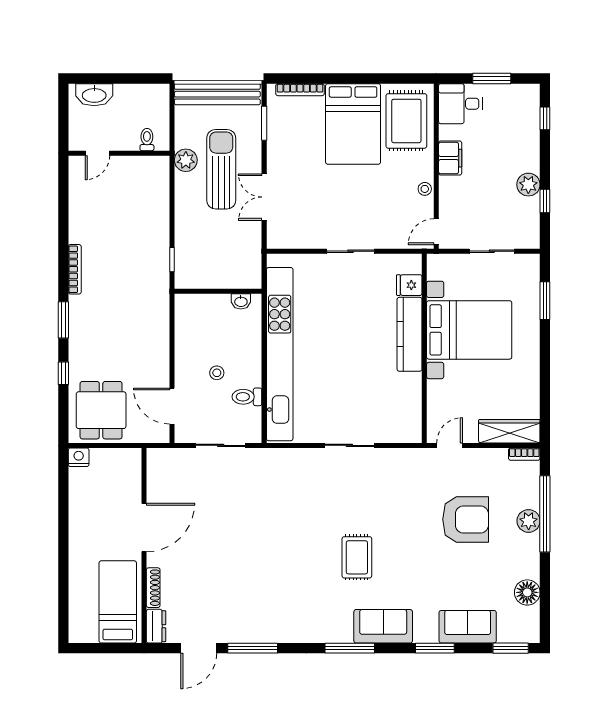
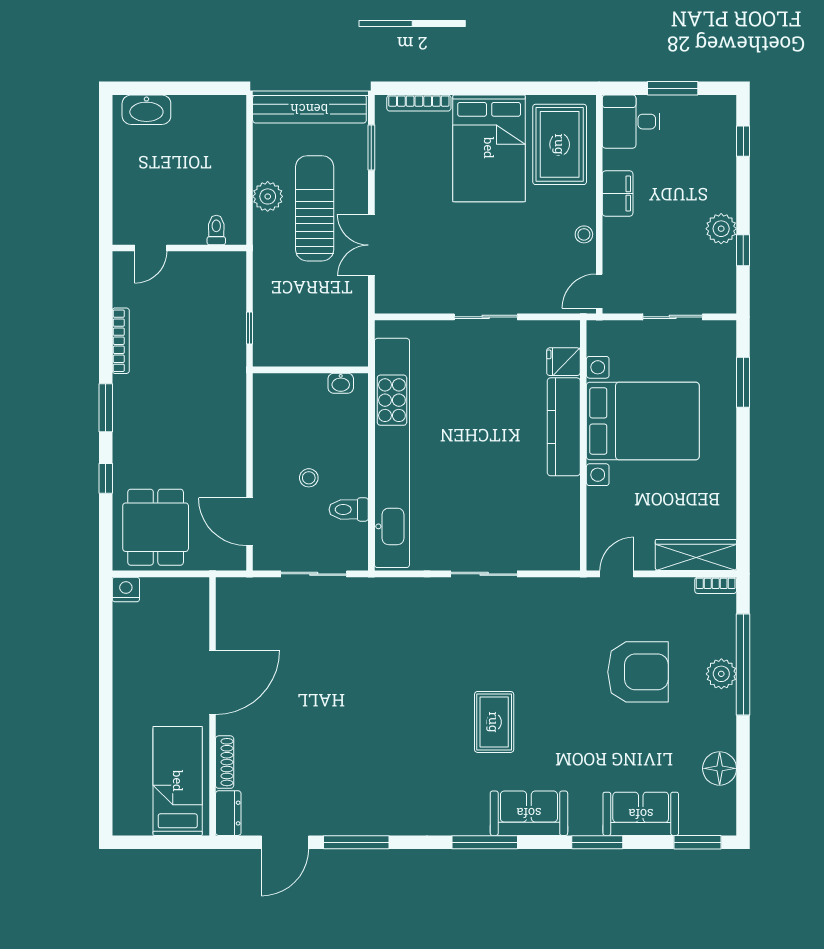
toilet: (147, 140) -> (216, 230), moved
door: (97, 153) -> (151, 248), moved
wall: (119, 153) -> (179, 248), moved

